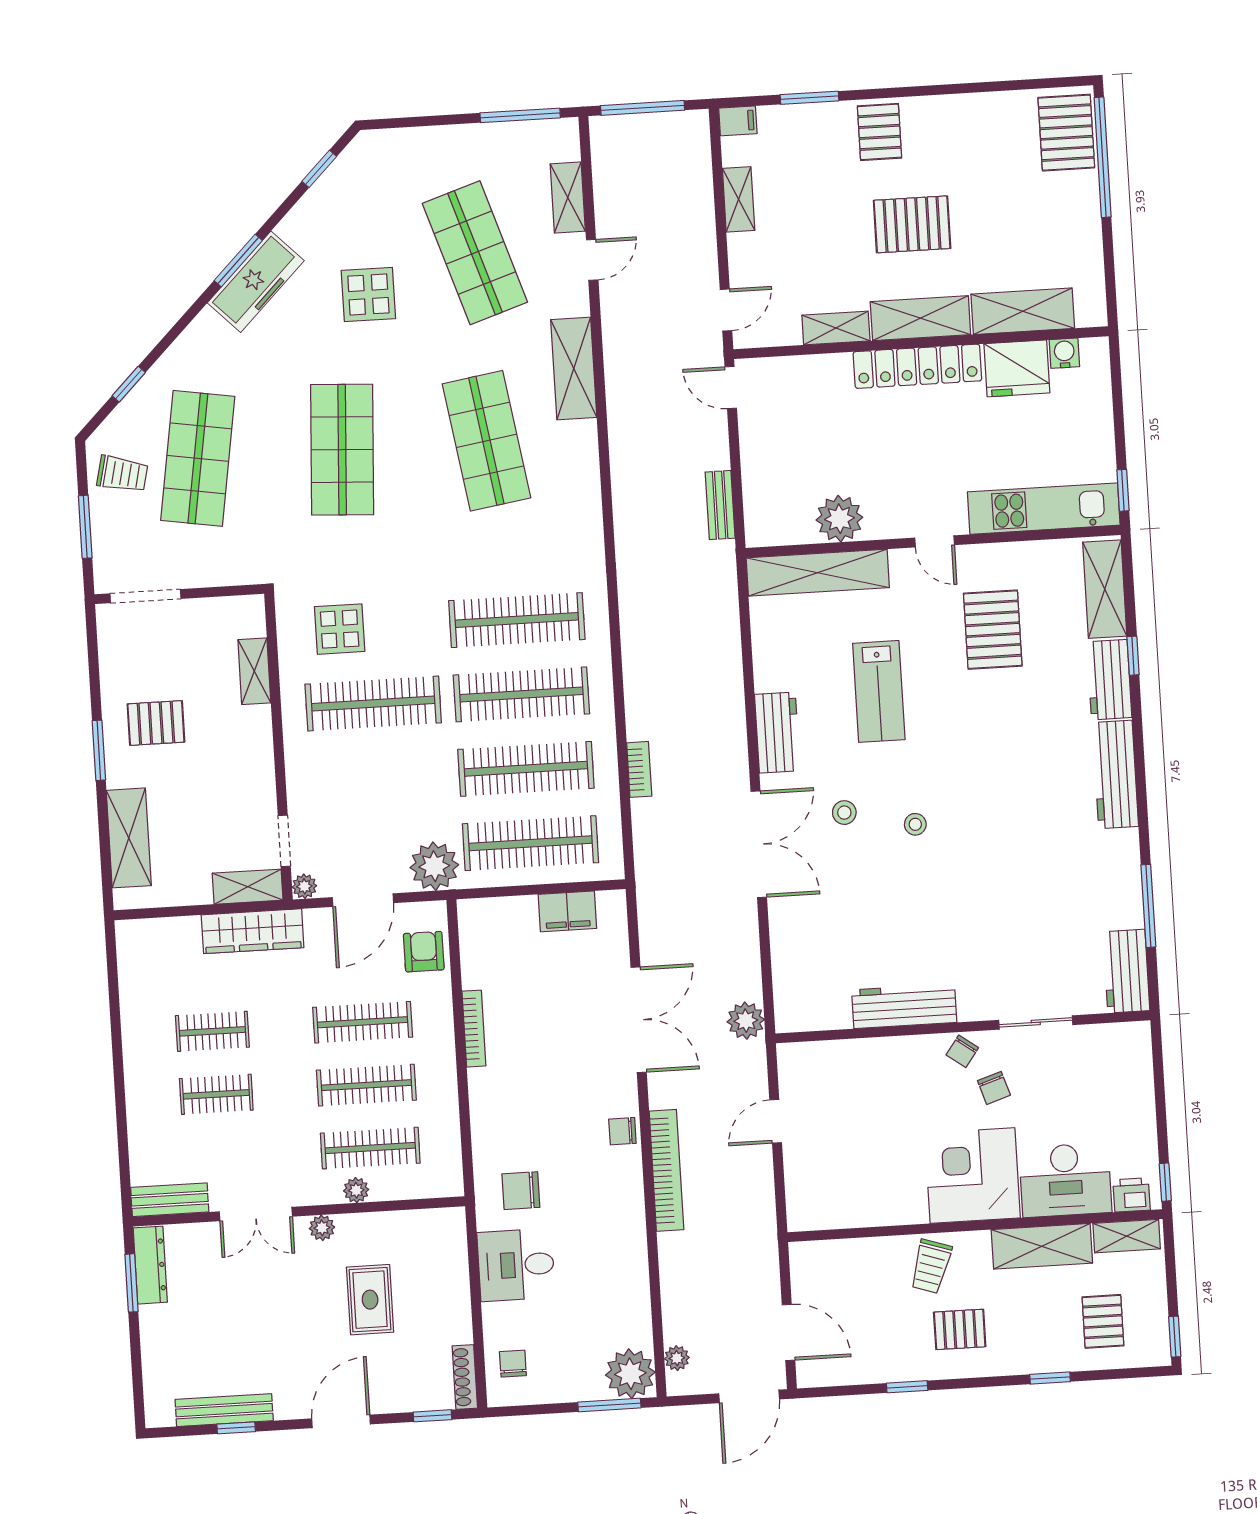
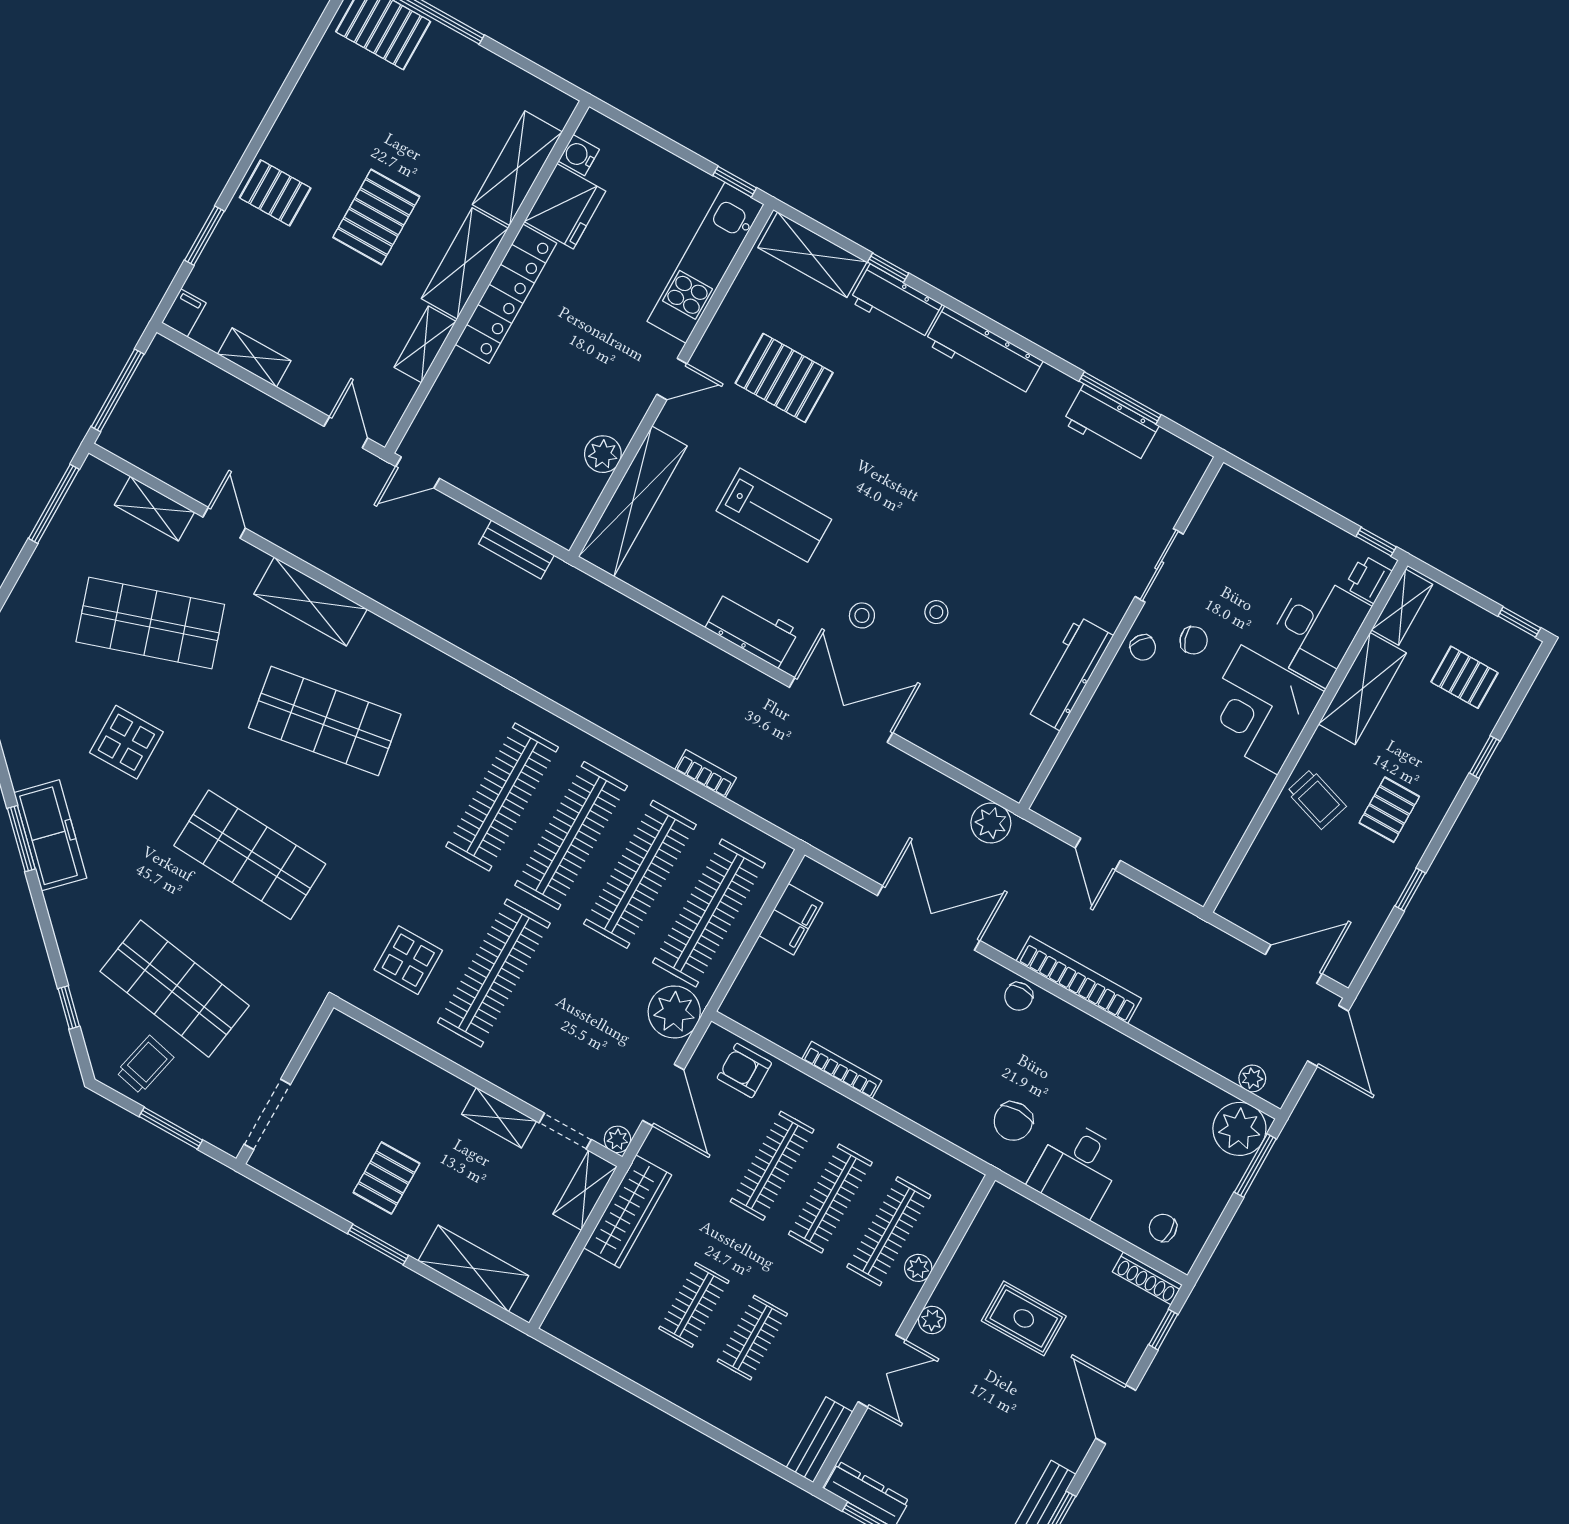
plant: (839, 519) -> (603, 454), width x0.73, depth x0.73
shelving: (254, 671) -> (499, 1118), moved
stool: (915, 824) -> (936, 612), moved
workbench: (1126, 971) -> (1111, 424), moved

